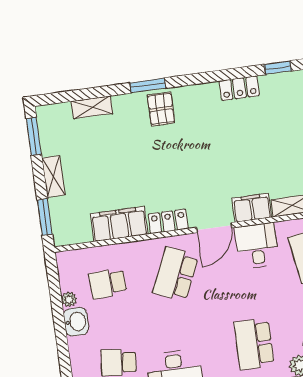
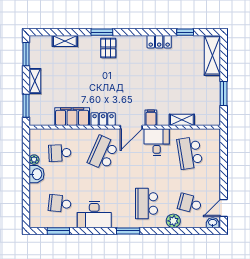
filing cabinet: (252, 208) -> (151, 118), width x0.50

